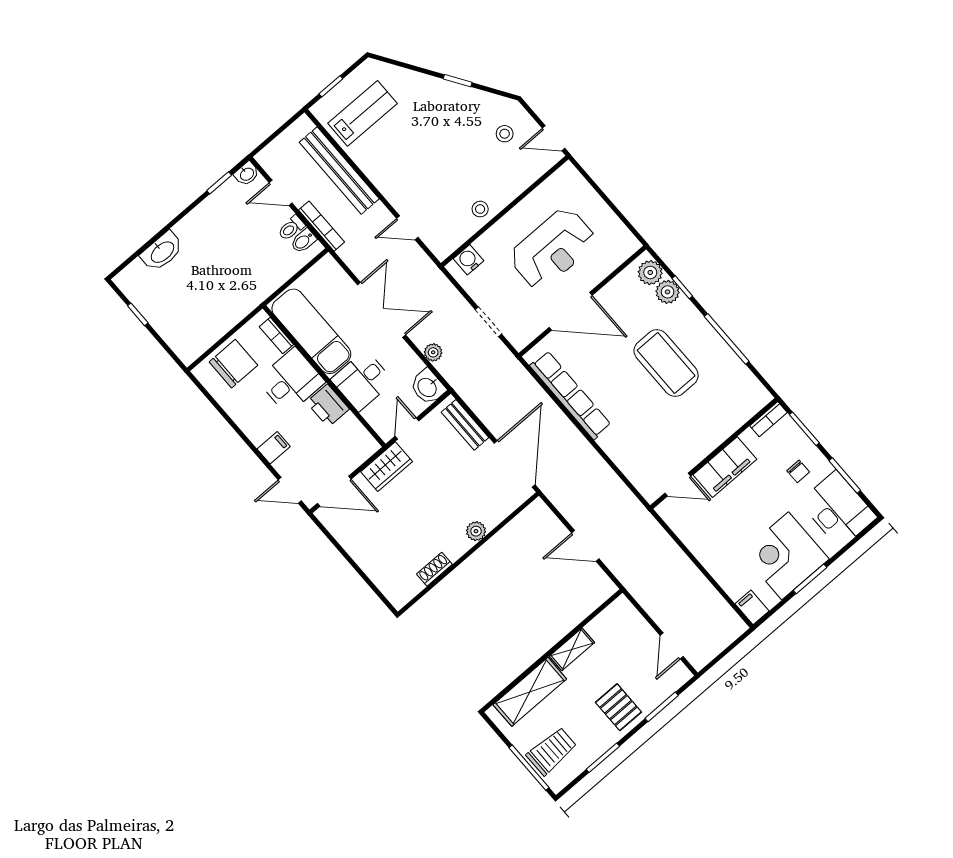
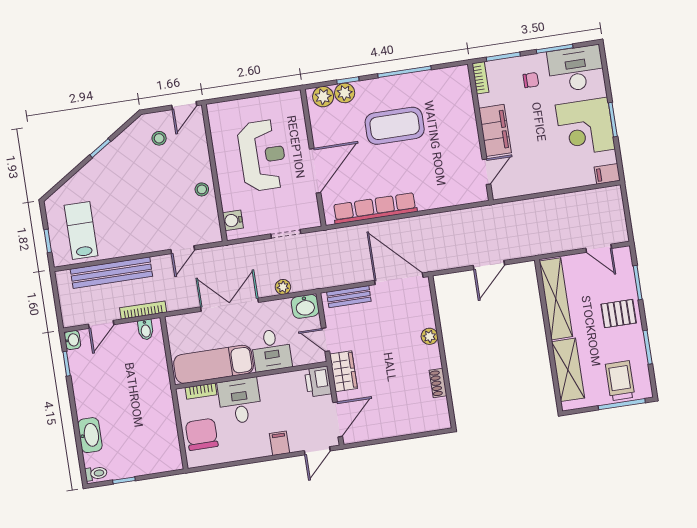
toilet: (291, 228) -> (96, 473), moved, turned -90
printer: (328, 406) -> (318, 381), moved, turned 90
shelving: (572, 649) -> (556, 299), width x2.20, depth x1.33

